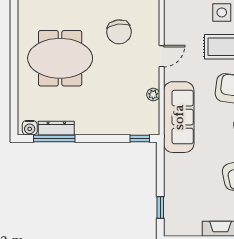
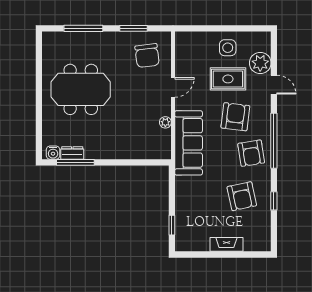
chair: (119, 32) -> (147, 56), moved
dresser: (56, 128) -> (72, 153), width x0.70
window: (140, 138) -> (153, 162), removed

